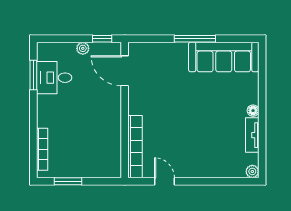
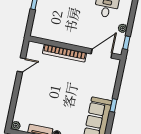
window: (195, 39) -> (113, 105), width x0.46
bookcase: (135, 147) -> (64, 53), moved

